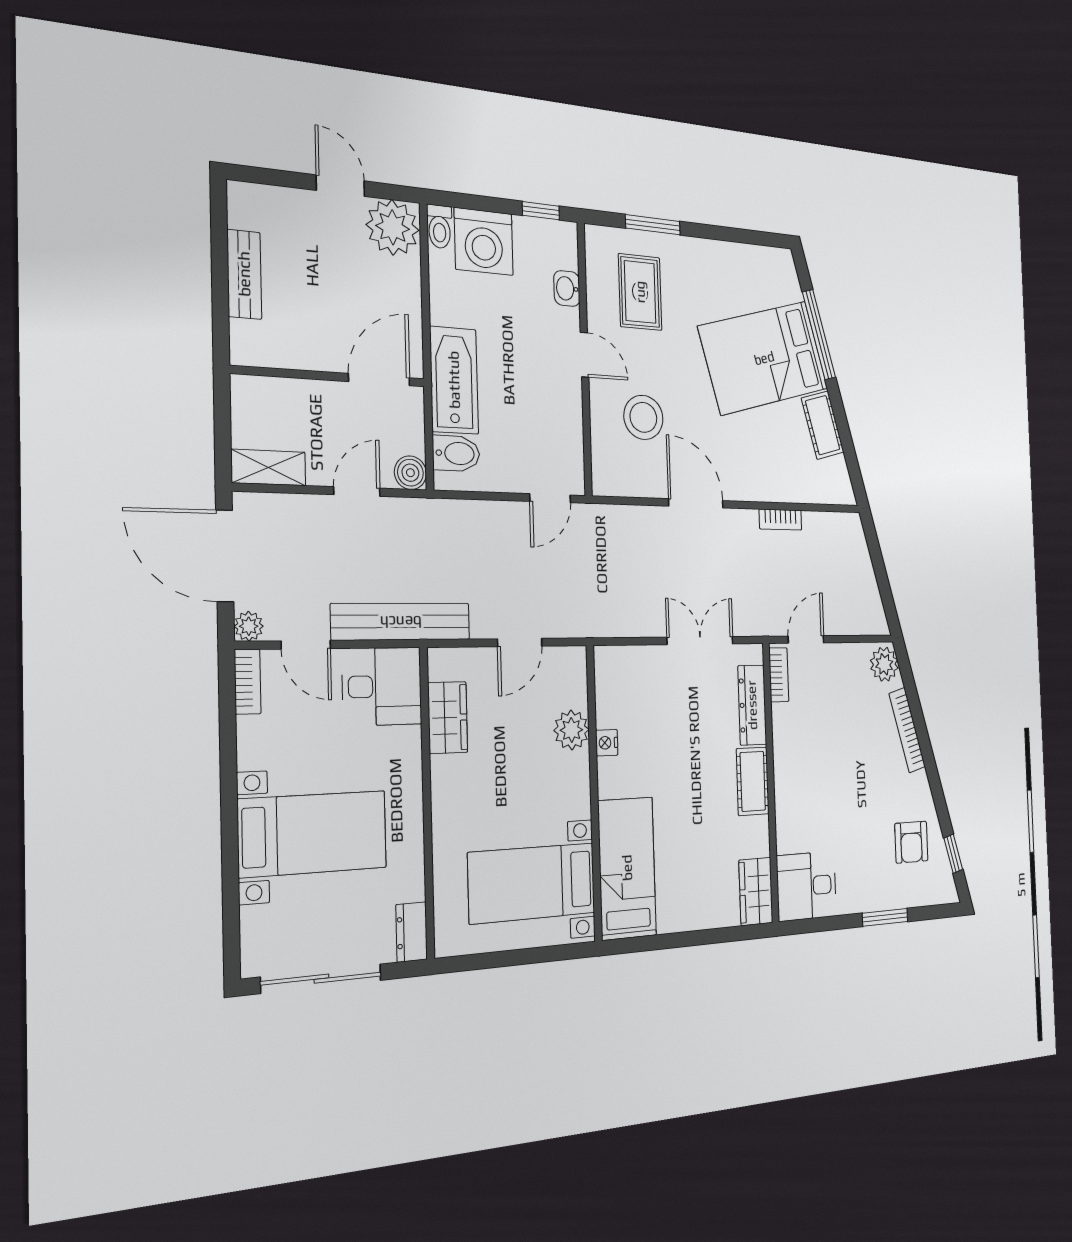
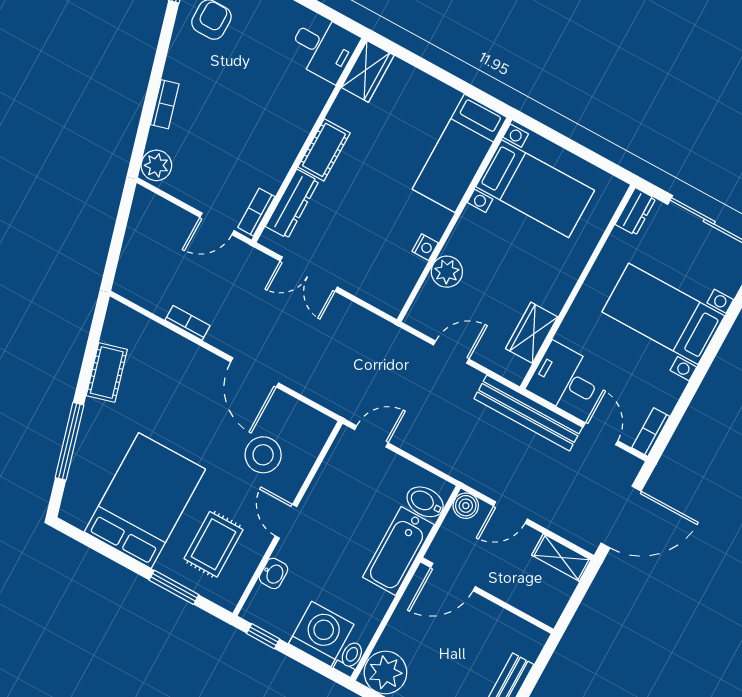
bed: (764, 358) -> (145, 501), moved, turned -75
door: (225, 556) -> (621, 517), hinge flipped
plant: (249, 626) -> (631, 466), removed
bookcase: (907, 730) -> (165, 104), width x0.64

